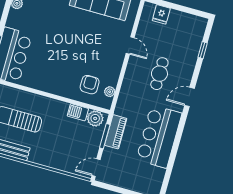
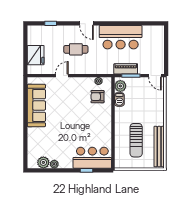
fridge: (161, 14) -> (36, 55), width x1.88, depth x1.34

